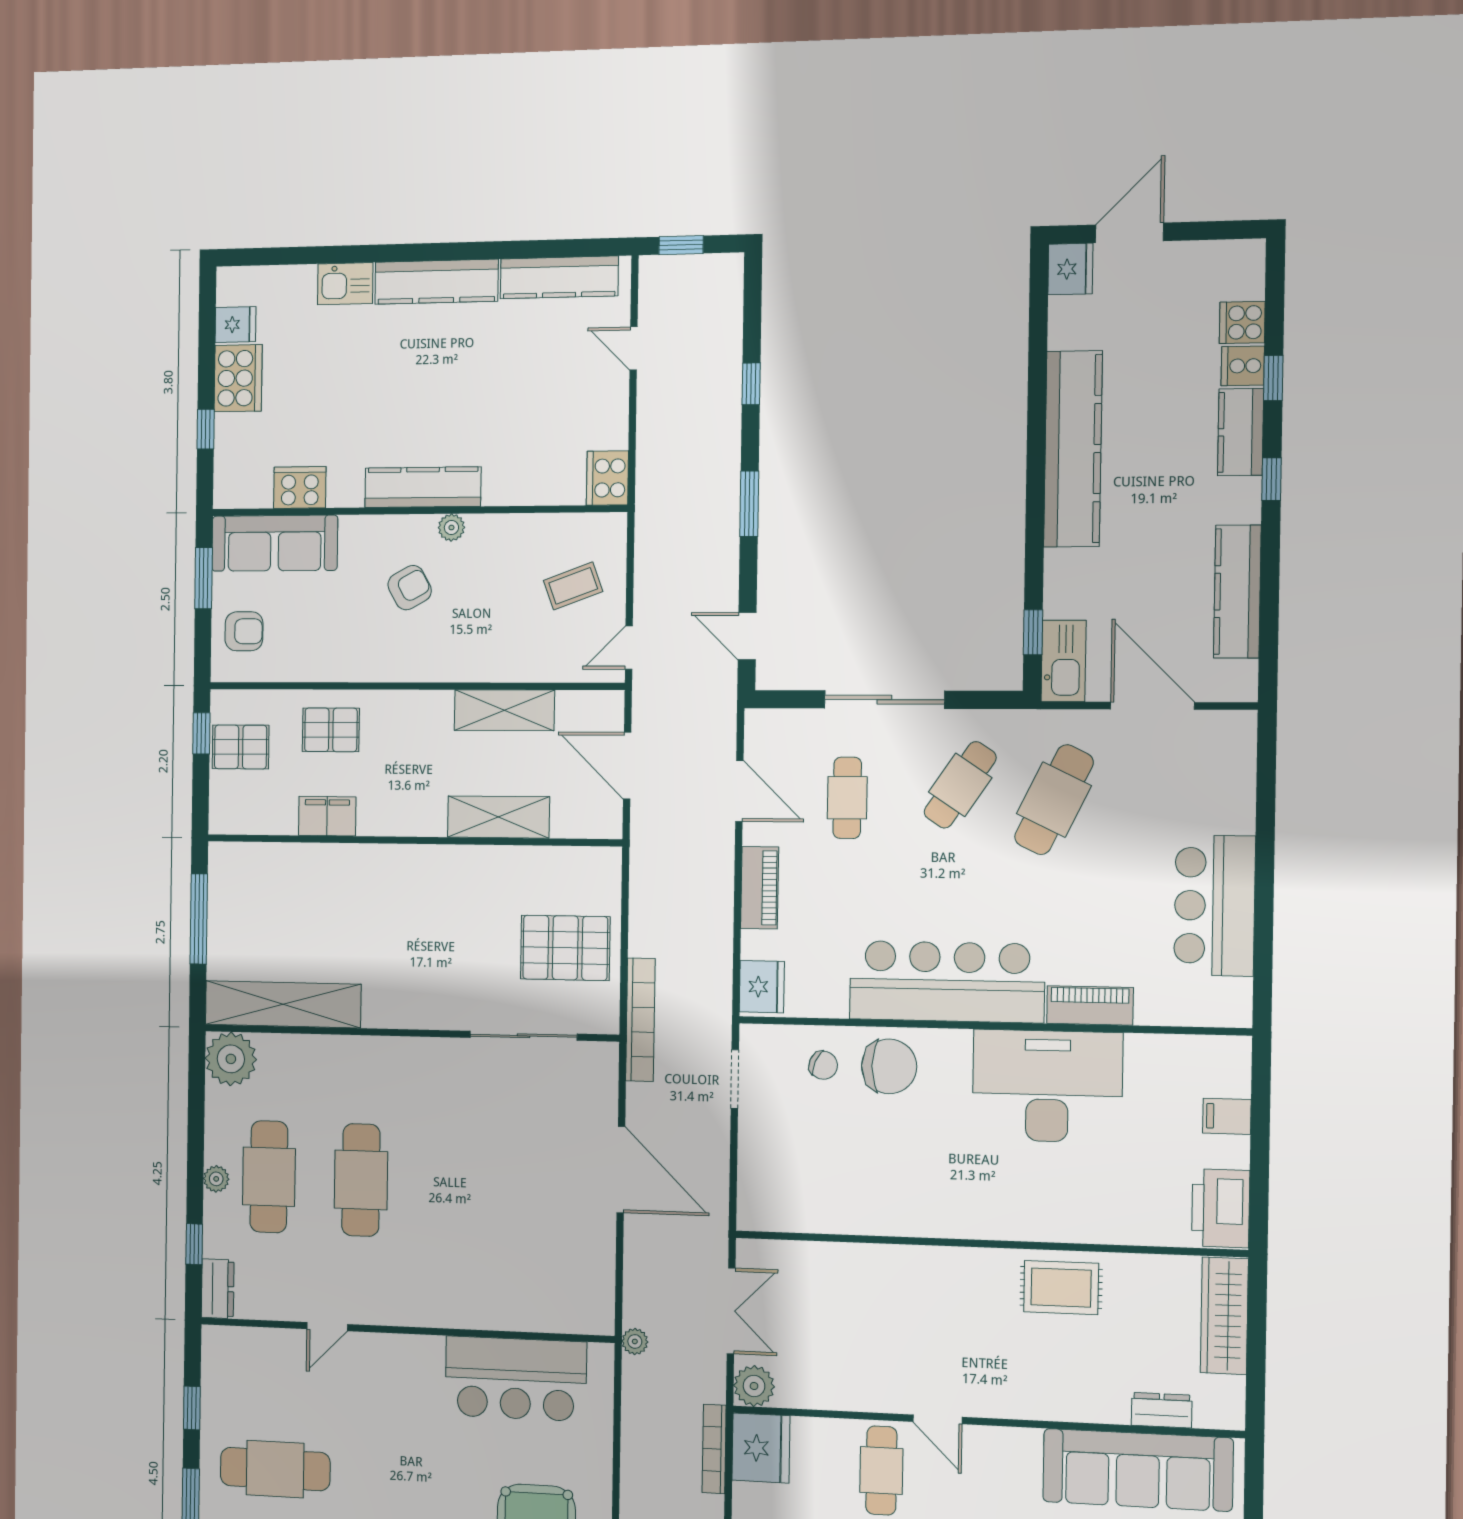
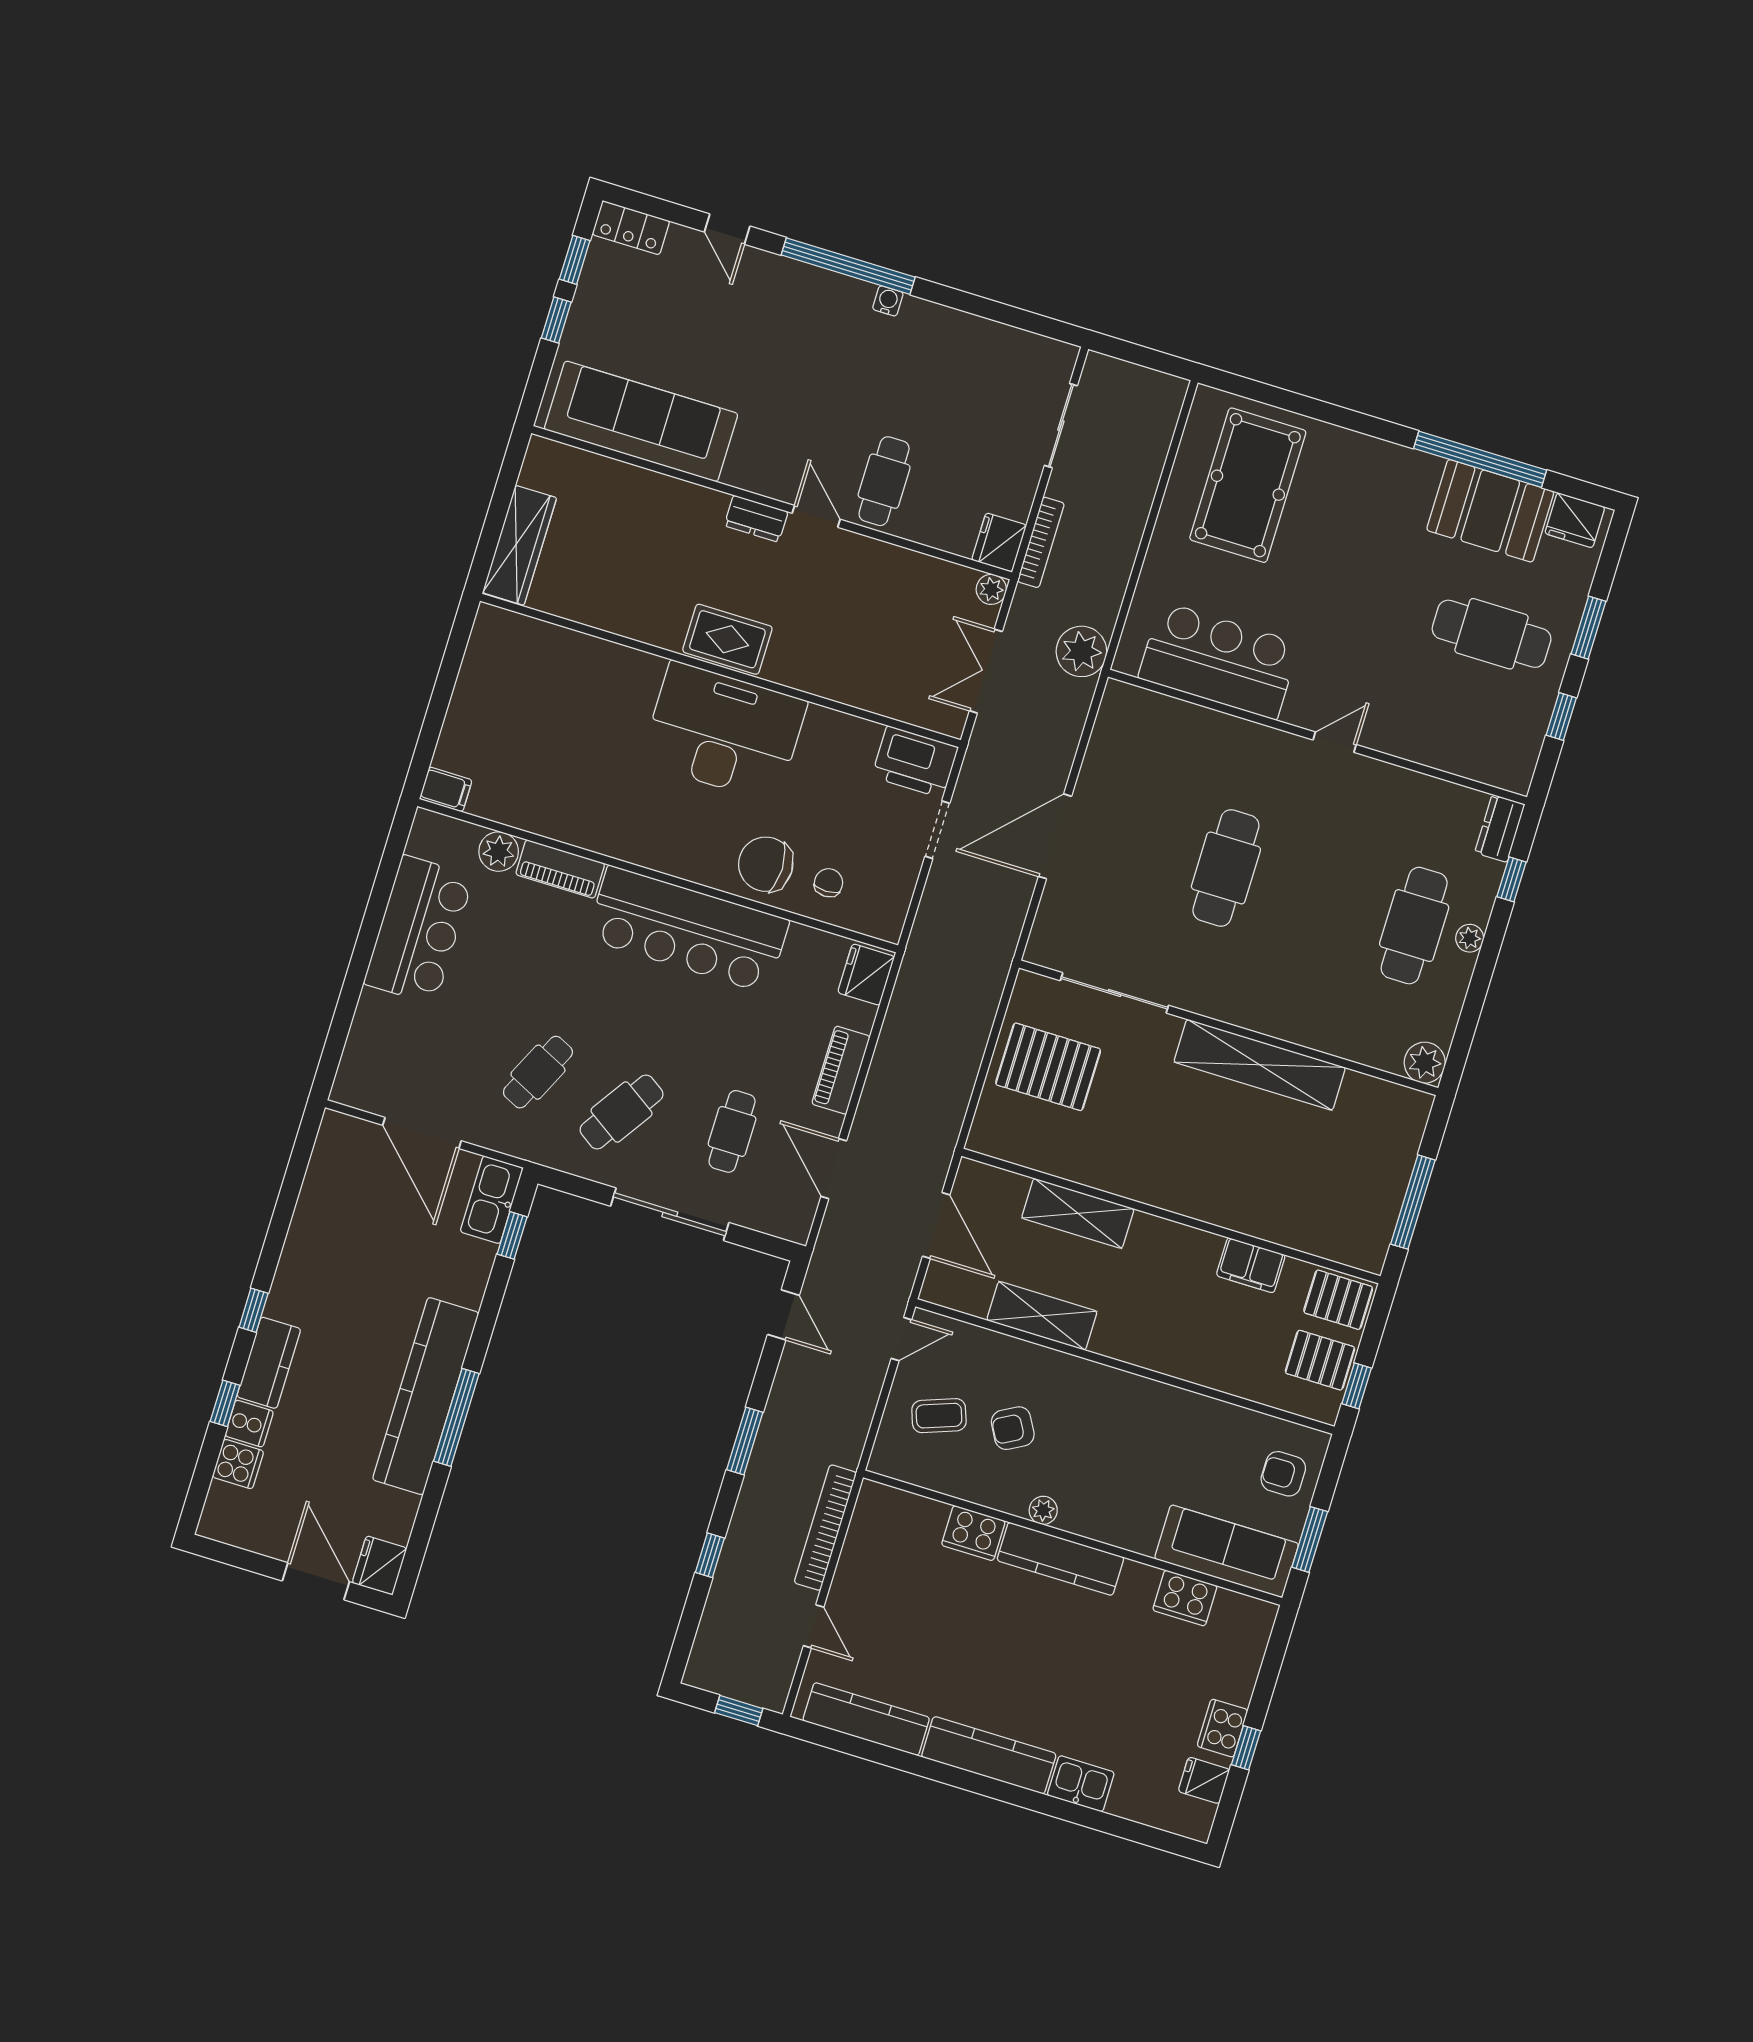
door: (1130, 233) -> (316, 1581), swing flipped
cooker: (238, 378) -> (1222, 1728), width x0.73, depth x0.76
window: (206, 429) -> (1246, 1748), moved
window: (1036, 438) -> (456, 1417), added
cooker: (607, 478) -> (973, 1533), moved, turned 90
armchair: (410, 588) -> (1013, 1428), moved
kitchen counter: (1237, 592) -> (314, 1216), removed
pallet: (331, 730) -> (1338, 1300), moved
cafe table: (1054, 800) -> (538, 1072), width x0.73, depth x0.74
shelving: (283, 1004) -> (1260, 1065), moved
plant: (1157, 1006) -> (499, 852), added
bookcase: (640, 1020) -> (825, 1528), moved
plant: (231, 1059) -> (1425, 1063), width x0.73, depth x0.73
chair: (823, 1065) -> (829, 883), turned 67
doorway: (735, 1079) -> (937, 830), moved
desk: (1047, 1086) -> (724, 732), moved, turned 180
filing cabinet: (1227, 1116) -> (446, 789), moved
door: (621, 1170) -> (1055, 836), hinge flipped
cafe table: (361, 1180) -> (1226, 868), moved
printer: (1221, 1208) -> (915, 762), moved, turned 90
rug: (1061, 1288) -> (727, 639), moved
door: (327, 1327) -> (1335, 742), moved
plant: (635, 1341) -> (1081, 651), width x1.88, depth x1.88
plant: (754, 1386) -> (991, 589), width x0.73, depth x0.73
dresser: (1162, 1410) -> (756, 519), moved
fridge: (761, 1448) -> (999, 543), width x0.73, depth x0.75

